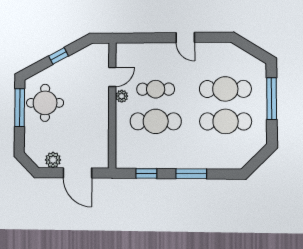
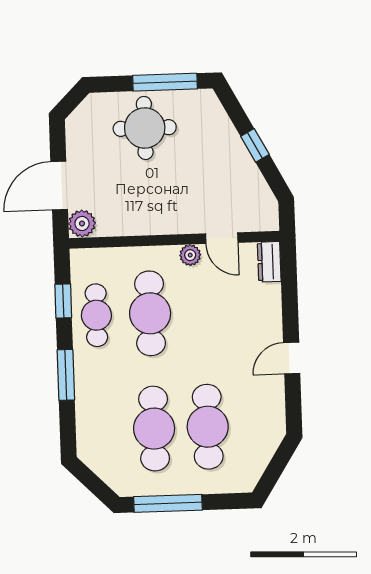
dresser: (127, 49) -> (269, 262), added
cafe table: (156, 89) -> (96, 315), moved
window: (272, 99) -> (168, 503), moved
round table: (45, 103) -> (145, 128), moved
plant: (53, 160) -> (82, 223), moved

